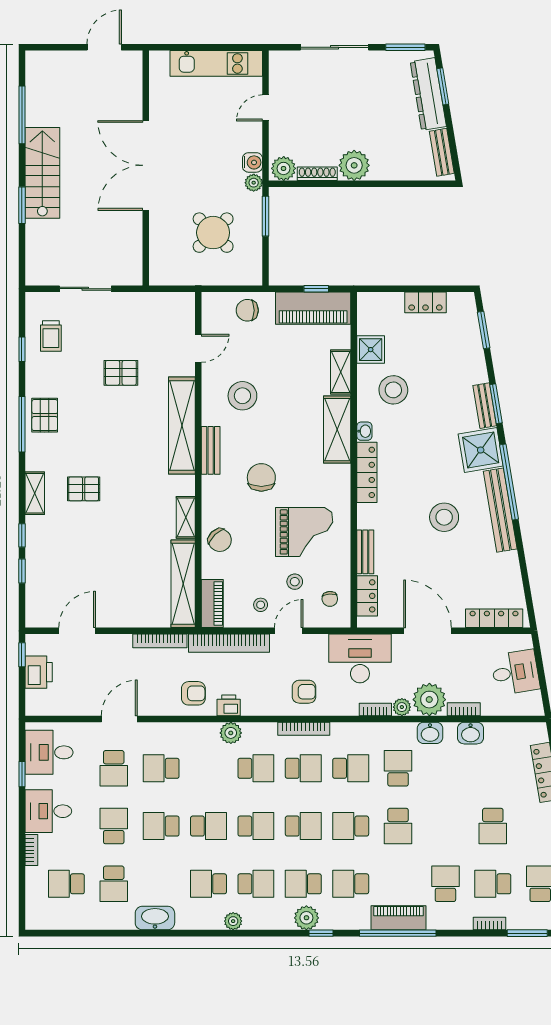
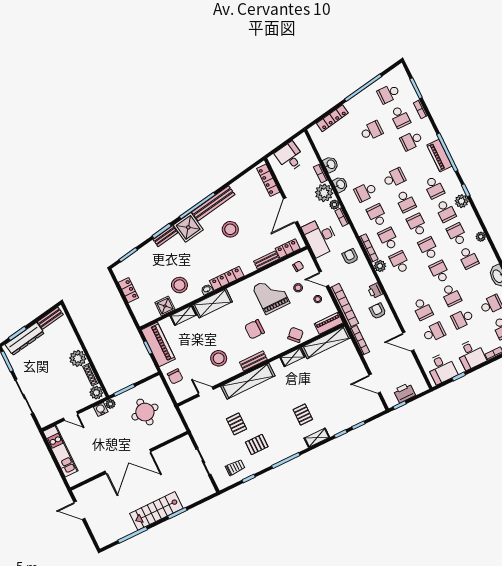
round table: (213, 233) -> (145, 412), turned 45
pallet: (45, 415) -> (257, 444), moved
plant: (231, 733) -> (380, 266), moved

